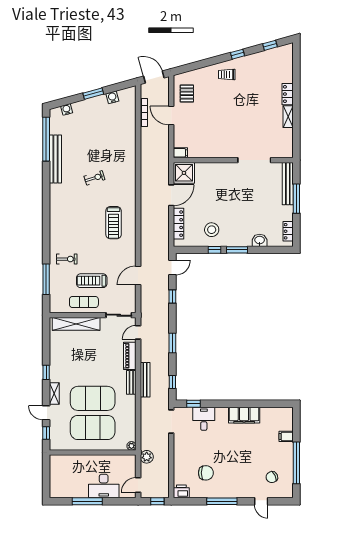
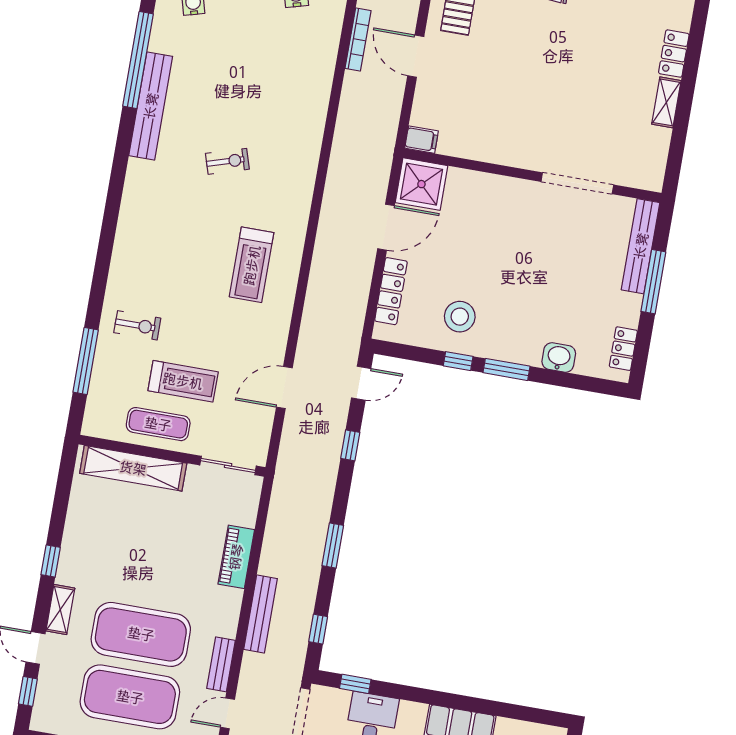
treadmill: (92, 281) -> (183, 381), turned 180
door: (138, 332) -> (228, 713), moved
bench: (131, 382) -> (221, 664), moved

